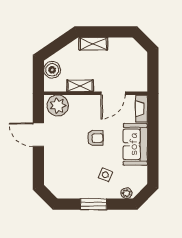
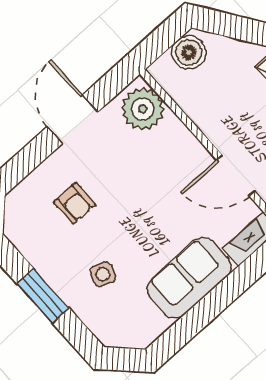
shelving: (80, 86) -> (203, 116), removed
armchair: (95, 138) -> (75, 203), moved
plant: (126, 193) -> (104, 331), removed

